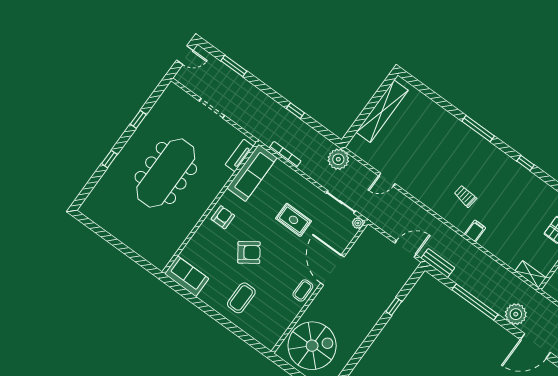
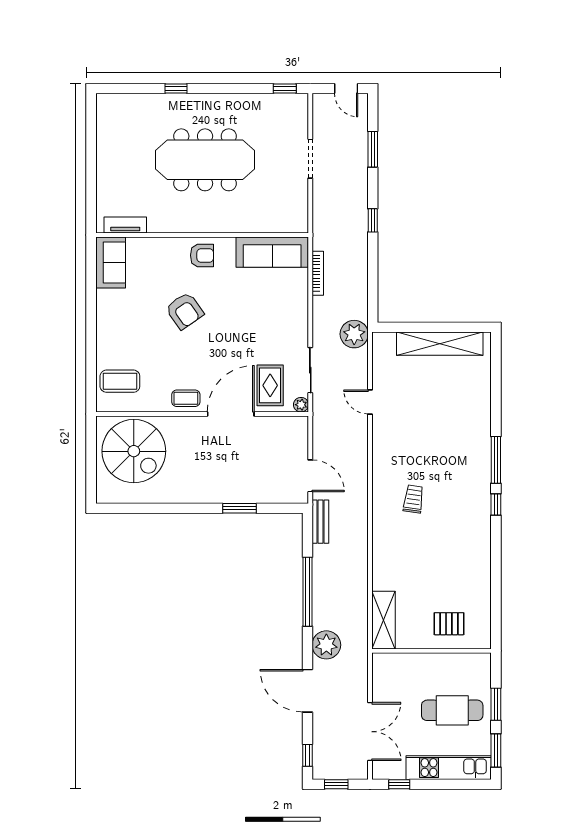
window: (295, 111) -> (373, 220), moved
window: (138, 119) -> (285, 88), moved
tv unit: (239, 155) -> (125, 225), moved
window: (526, 163) -> (496, 504), moved
rug: (293, 220) -> (270, 385), moved
filing cabinet: (475, 231) -> (384, 536), removed
shelving: (531, 274) -> (383, 620), width x1.50, depth x1.33
coffee table: (241, 298) -> (120, 381), moved
window: (394, 306) -> (240, 508), width x1.50

